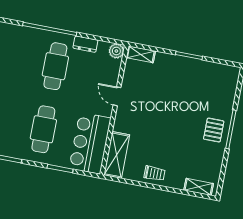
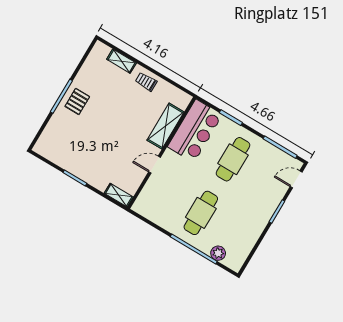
dresser: (85, 44) -> (166, 223), removed
plant: (116, 51) -> (218, 253), moved
door: (117, 96) -> (155, 165), swing flipped
shelving: (117, 155) -> (166, 126), moved
shelving: (199, 187) -> (121, 61), moved

